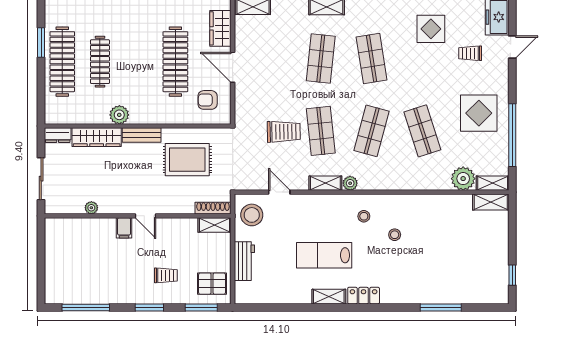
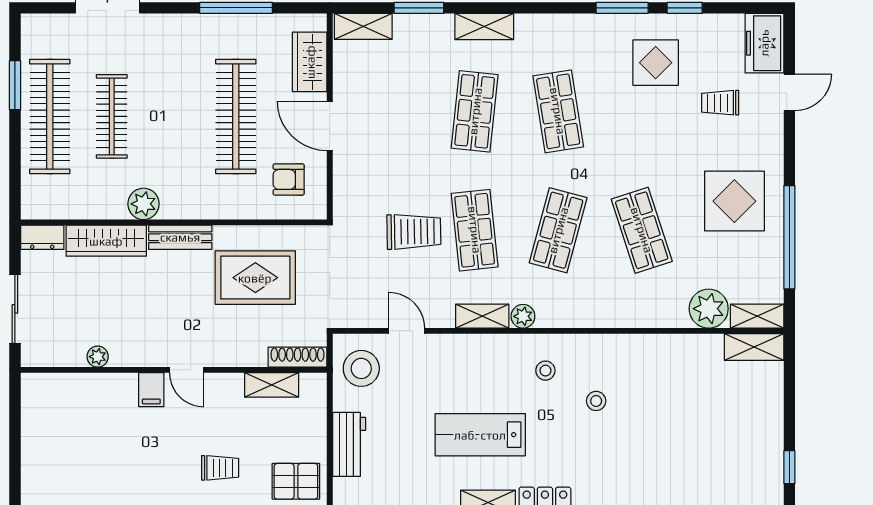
shelving: (214, 225) -> (272, 385), moved

